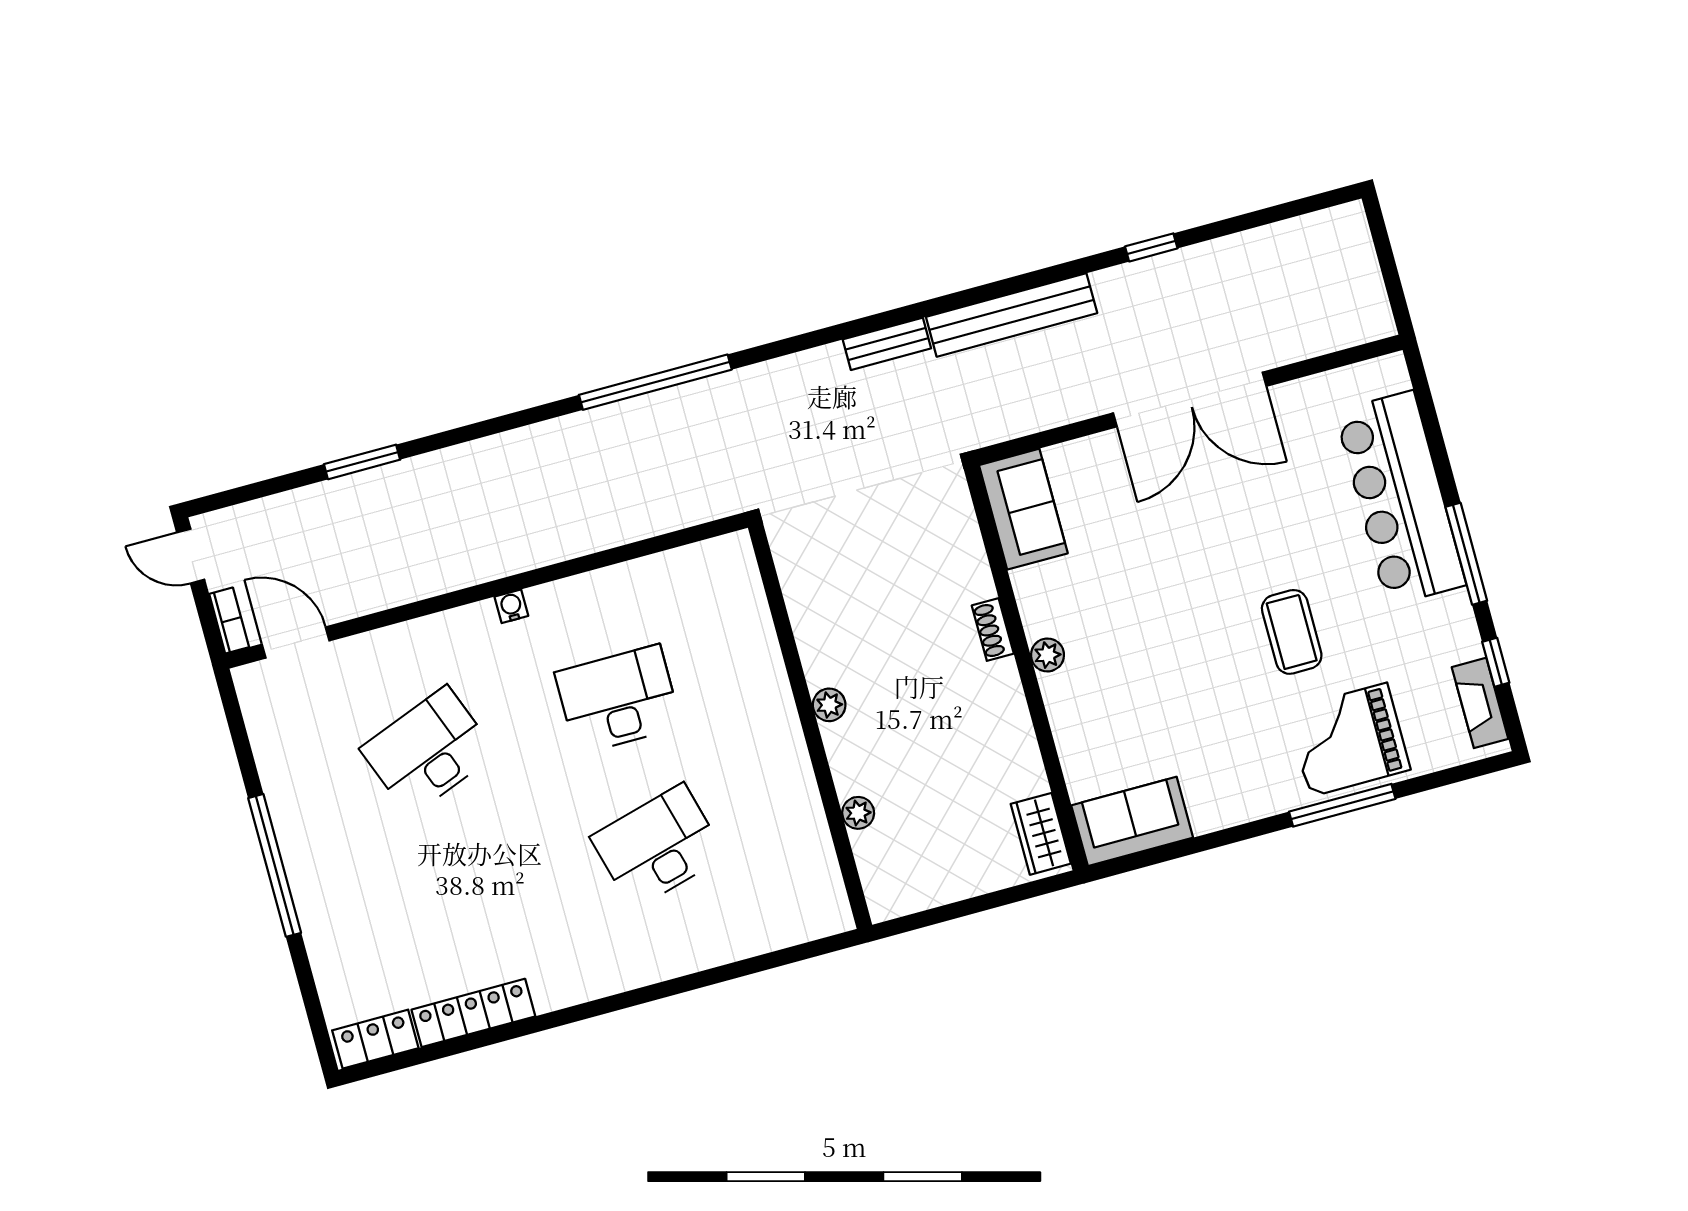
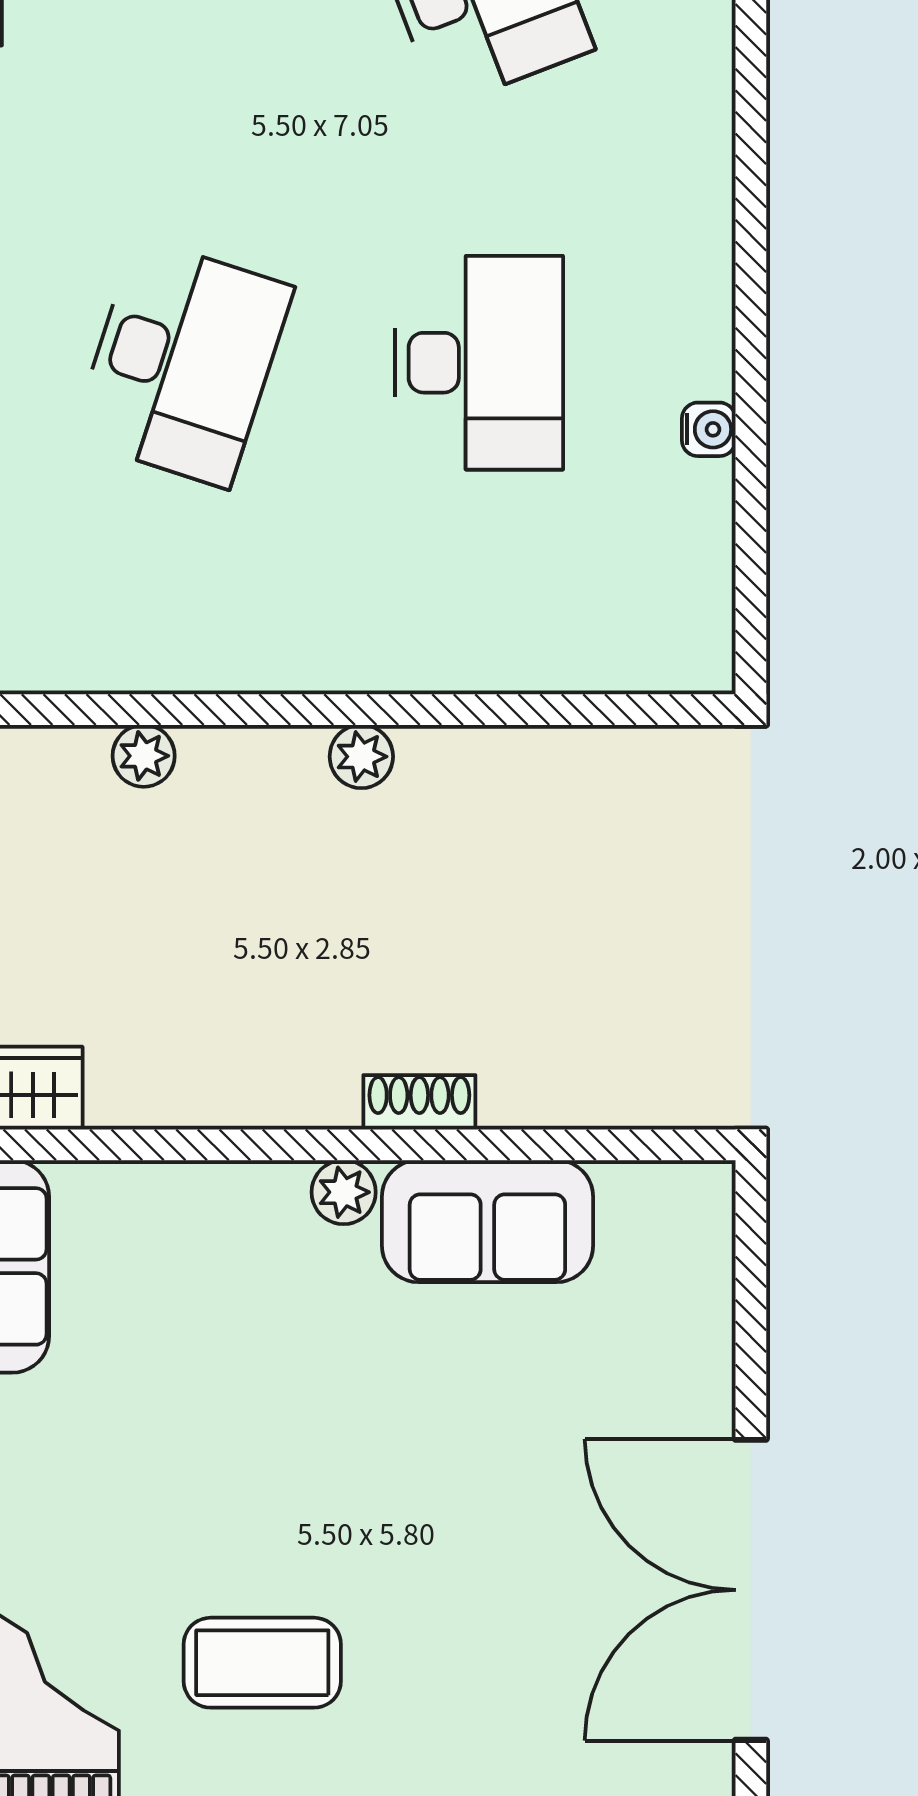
sofa: (1023, 509) -> (487, 1221), moved
water cooler: (511, 606) -> (709, 429), moved
desk: (658, 847) -> (183, 363), turned 33

